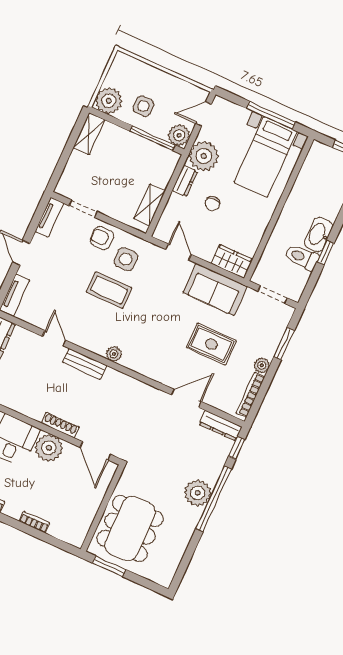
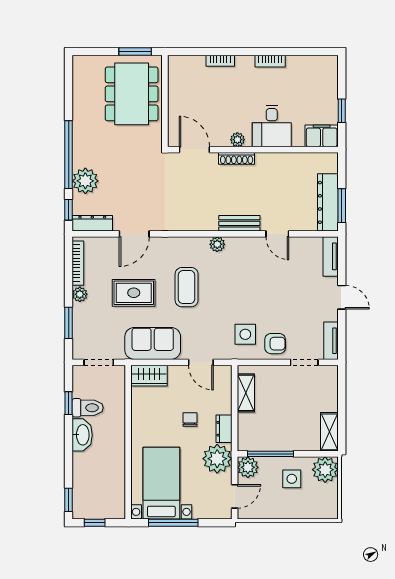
window: (325, 252) -> (69, 403), moved
coffee table: (109, 290) -> (187, 287), moved, turned 90
plant: (49, 448) -> (237, 140), width x0.53, depth x0.53
plant: (198, 493) -> (85, 181), moved

